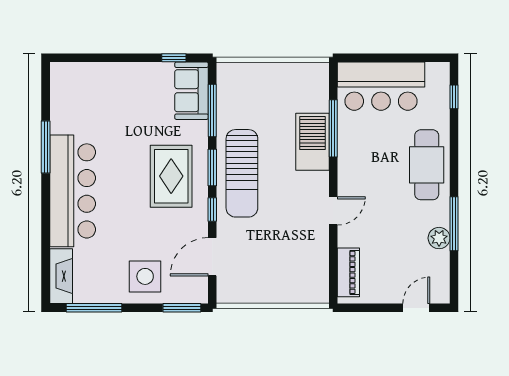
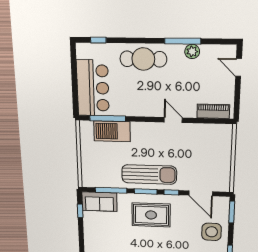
window: (333, 128) -> (108, 118), moved
barbecue: (312, 142) -> (112, 131), moved

